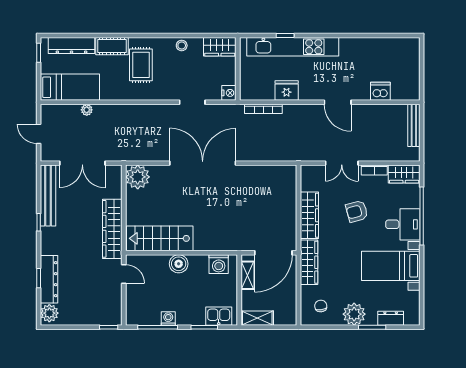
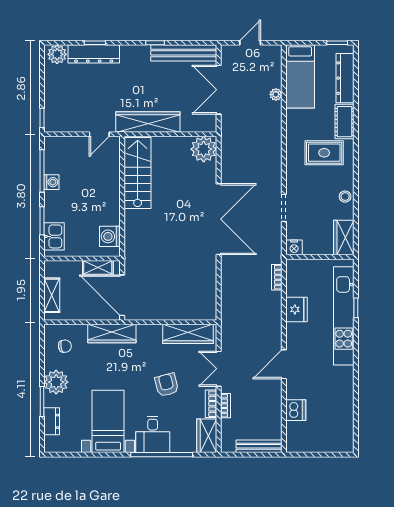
bookcase: (263, 109) -> (277, 277), width x0.64
bookcase: (376, 157) -> (225, 406), added
wardrobe: (309, 215) -> (188, 334), moved
boiler: (179, 264) -> (110, 193), removed
shelving: (257, 318) -> (52, 295), moved

